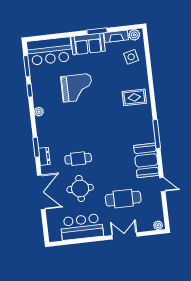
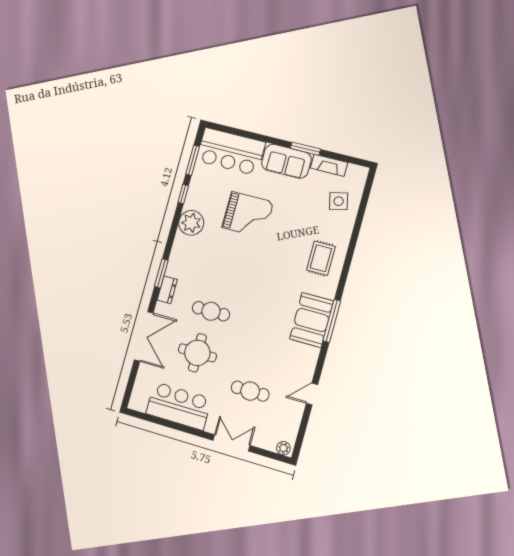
plant: (134, 35) -> (355, 173), removed
rug: (134, 97) -> (321, 258), turned 90
plant: (39, 112) -> (191, 223), width x1.87, depth x1.87
booth: (146, 160) -> (312, 320), moved
door: (162, 184) -> (312, 394), swing flipped
cafe table: (123, 199) -> (250, 391), width x0.73, depth x0.74

